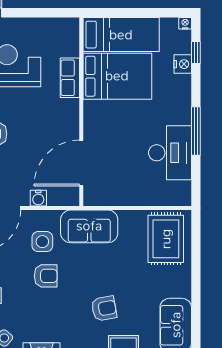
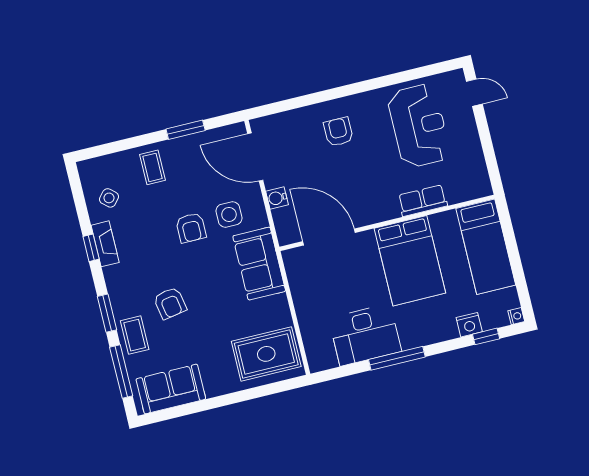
bed: (117, 76) -> (410, 261), moved

